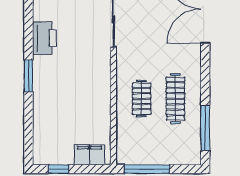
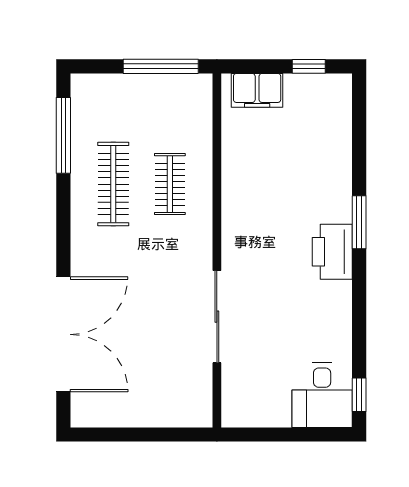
printer: (45, 38) -> (332, 252), moved

